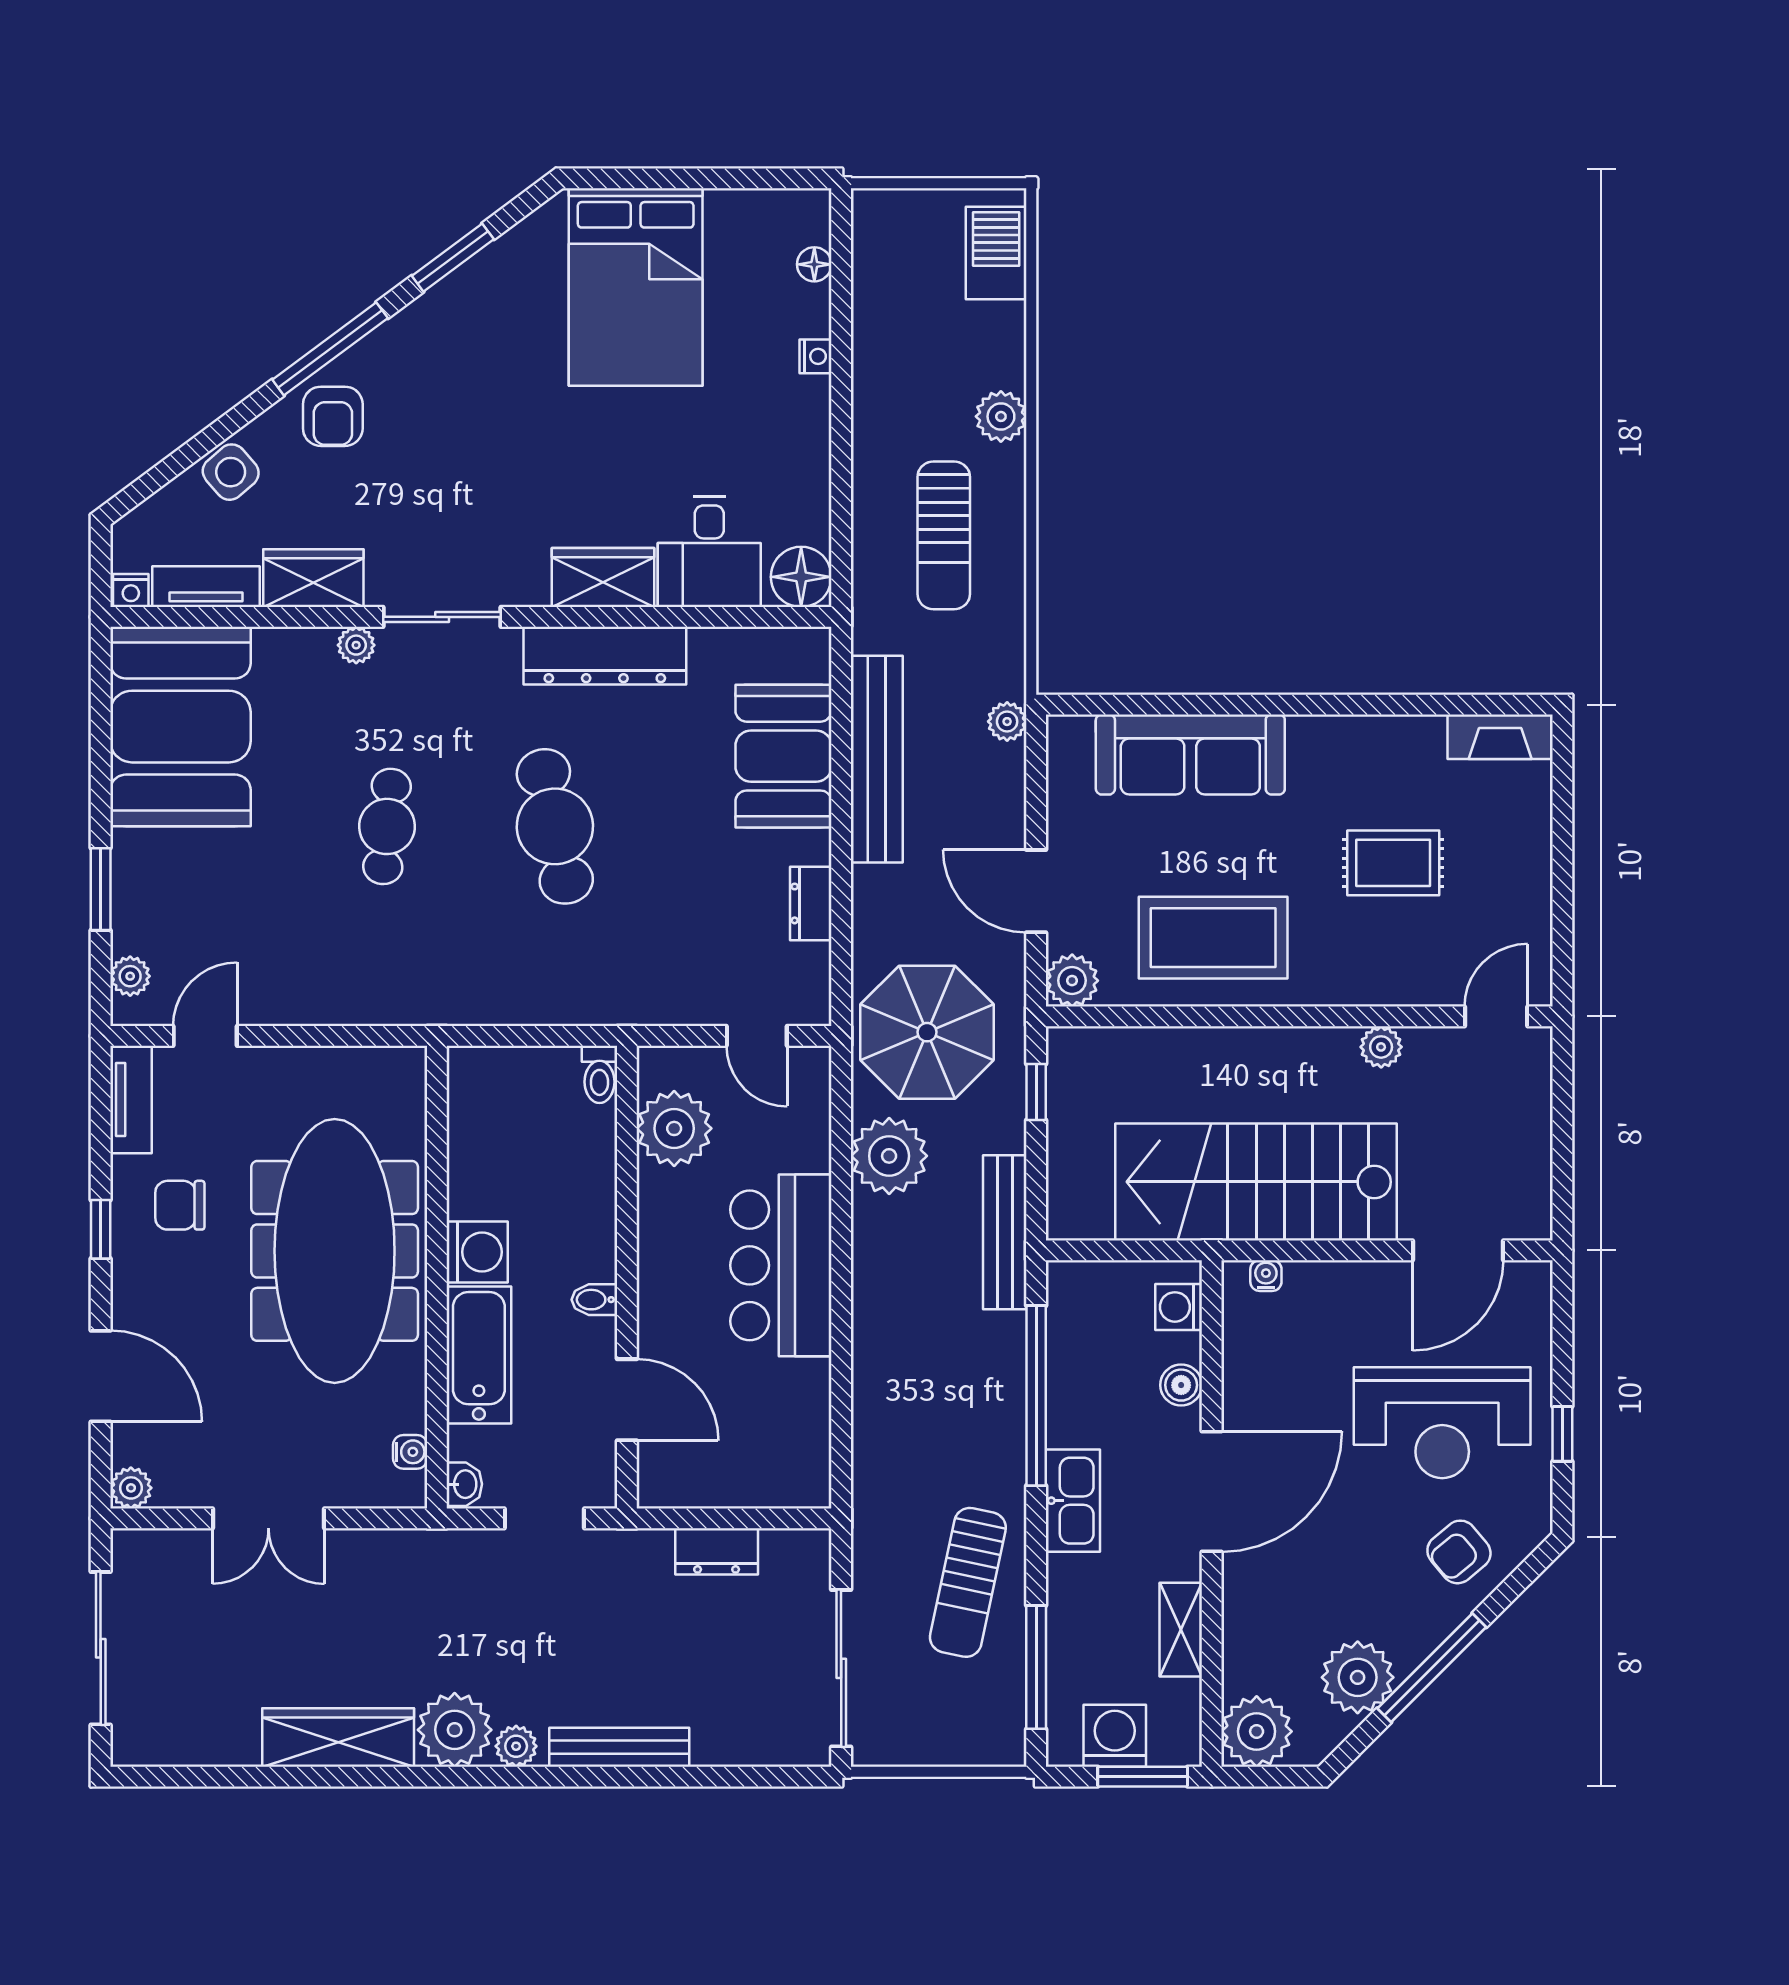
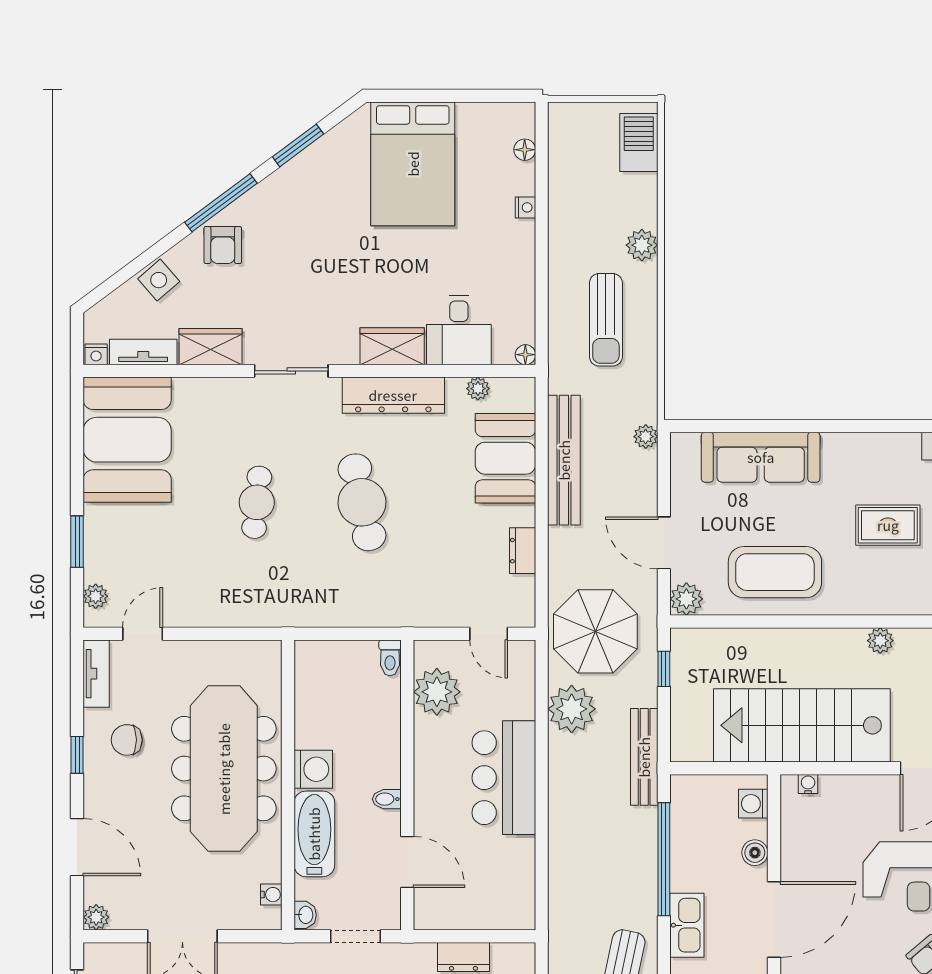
floor lamp: (801, 577) -> (525, 355), width x0.53, depth x0.53
plant: (356, 645) -> (478, 389), moved

